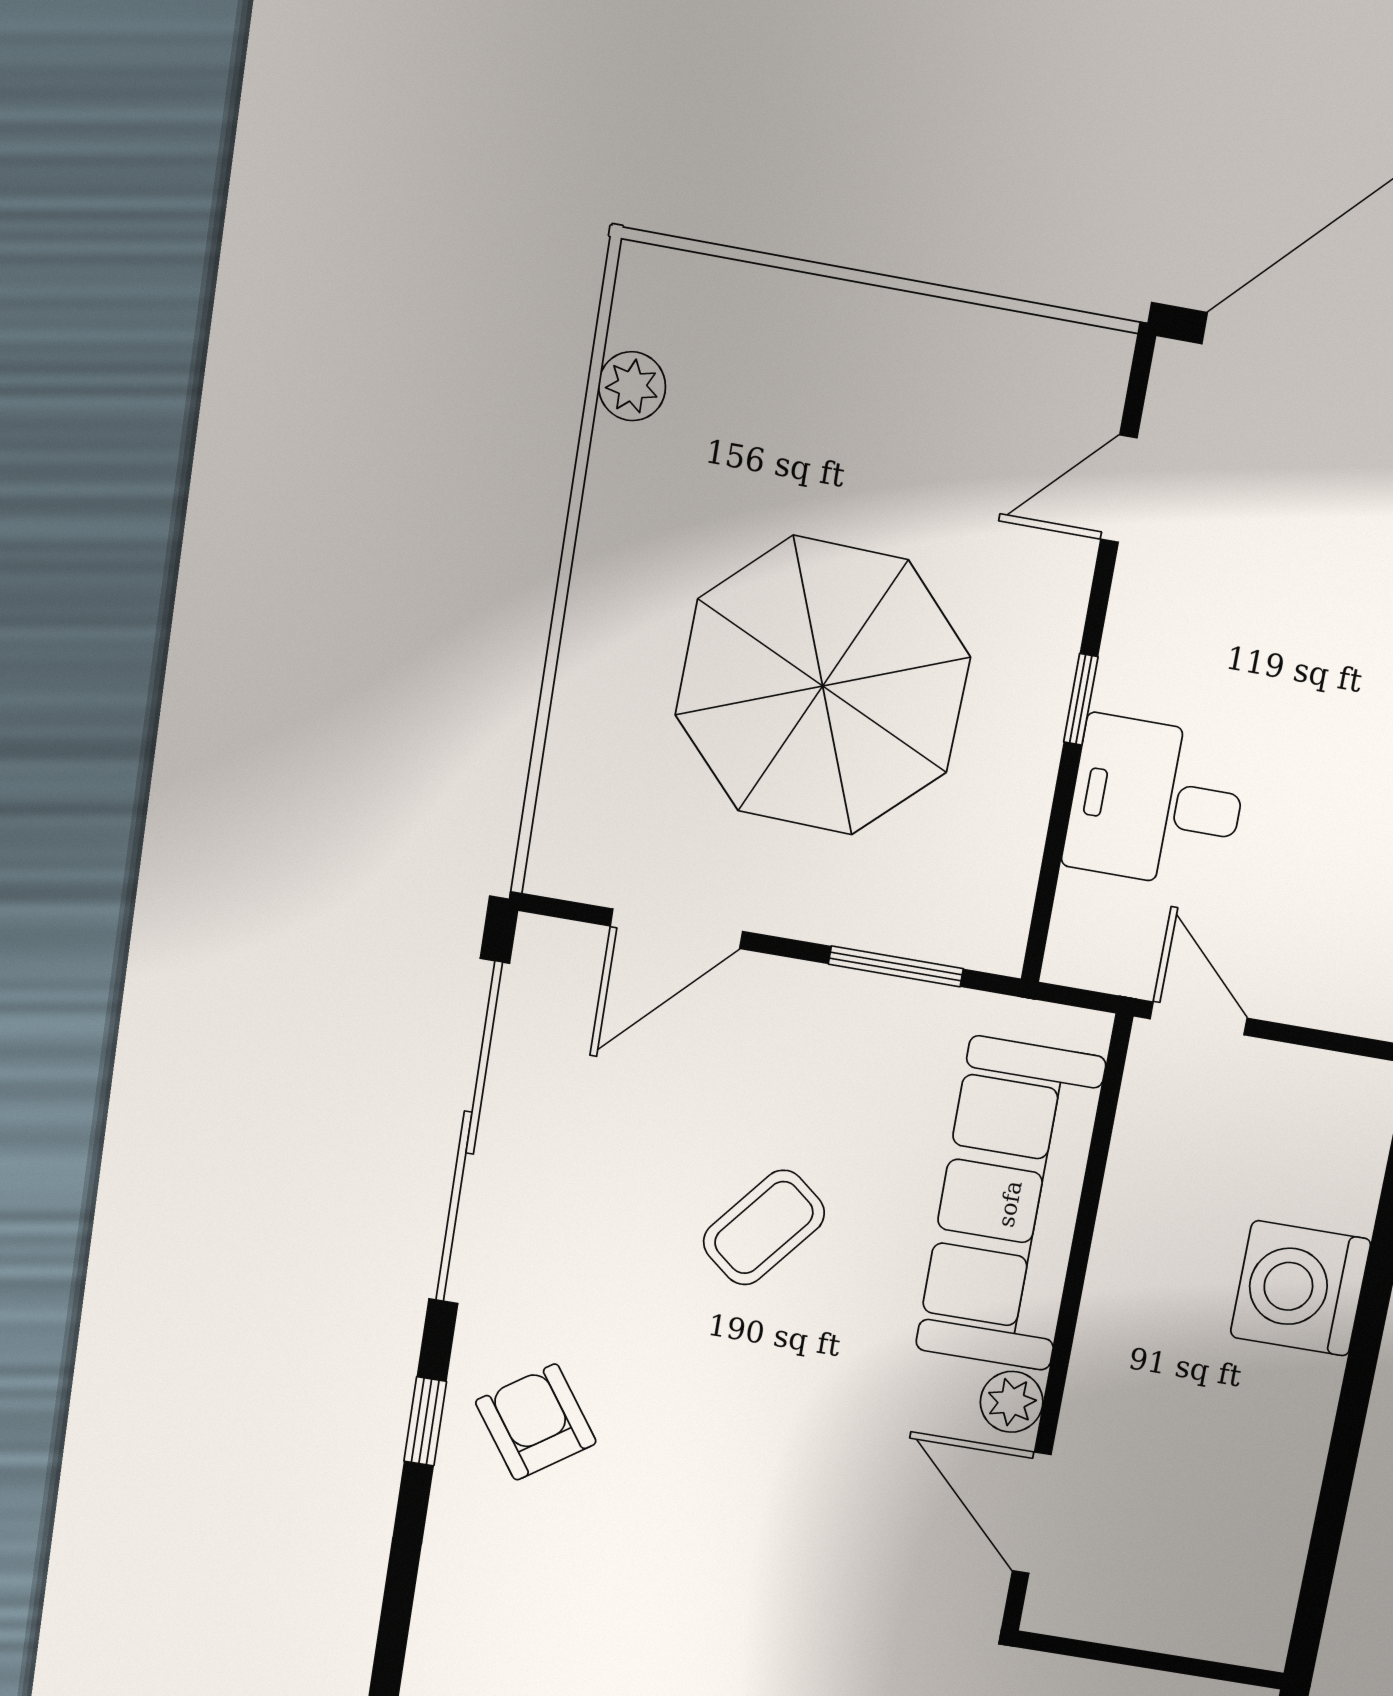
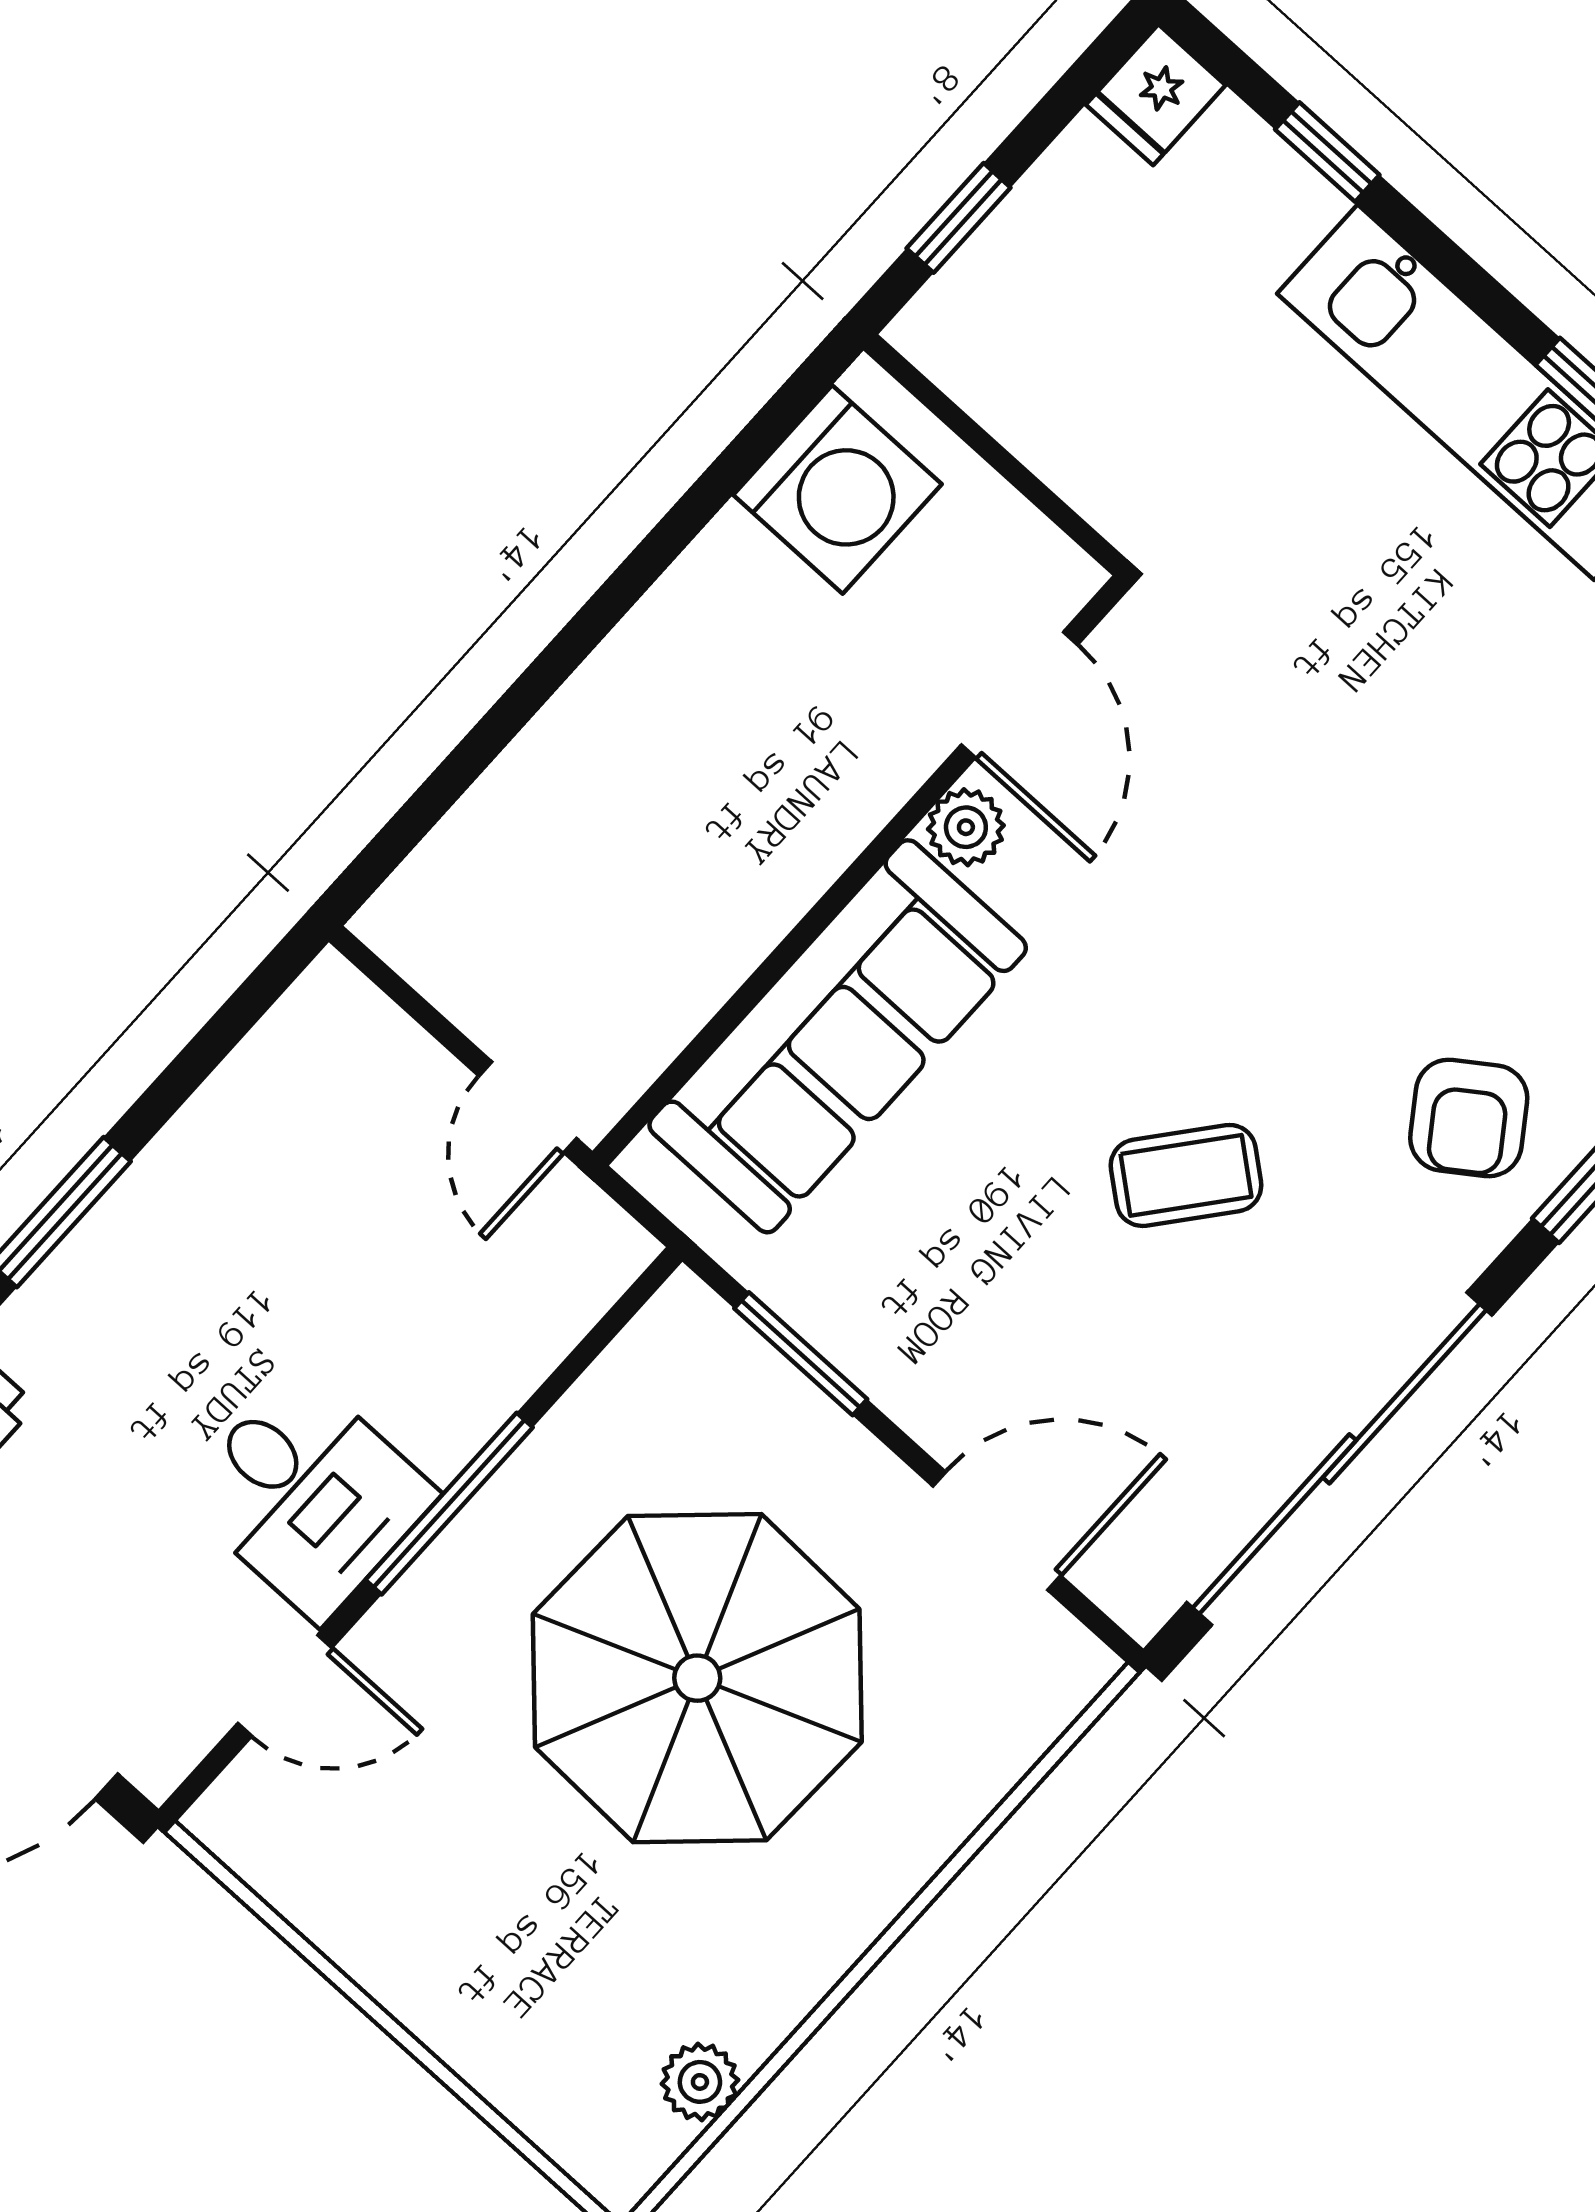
window: (1081, 699) -> (449, 1504), width x2.17
desk: (1156, 803) -> (308, 1495), moved
coffee table: (764, 1228) -> (1186, 1175), moved
washing machine: (1300, 1288) -> (837, 489), moved

